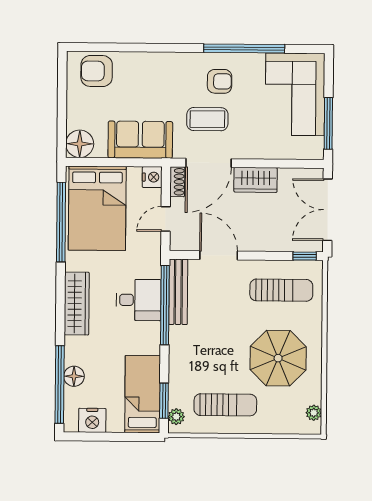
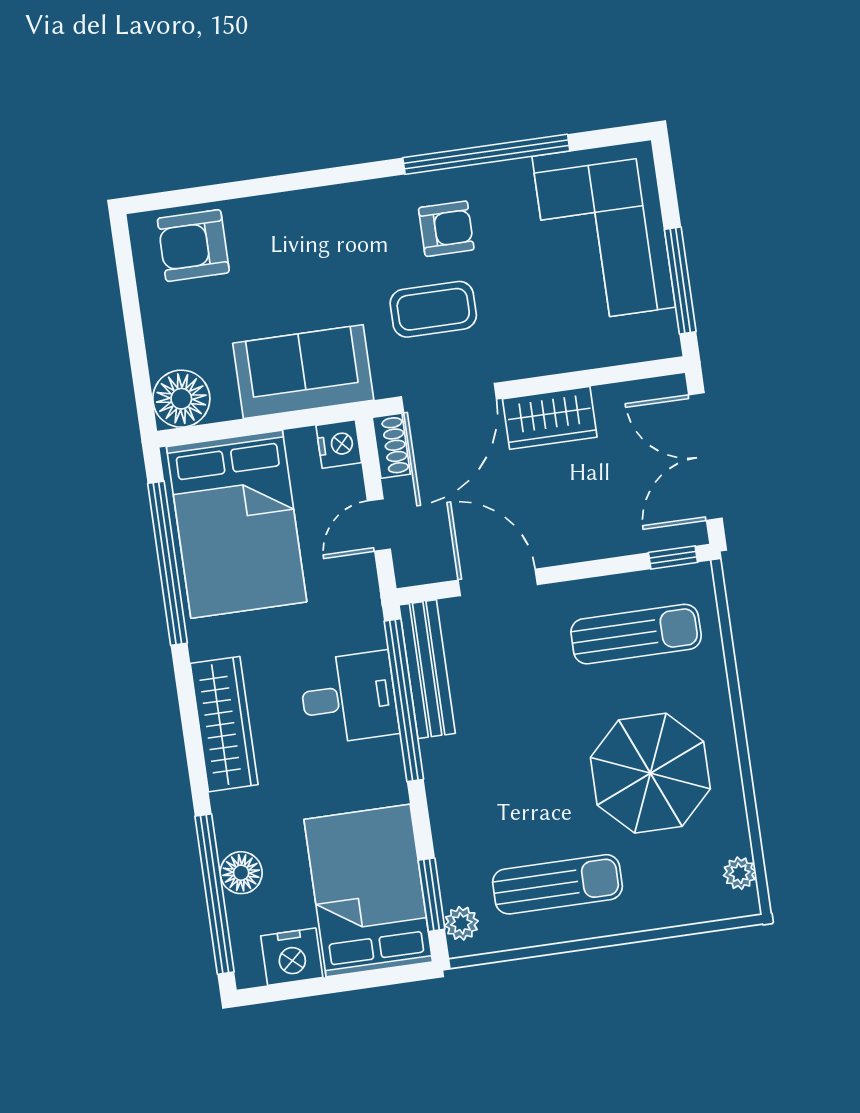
bed: (143, 394) -> (368, 891), width x1.50

